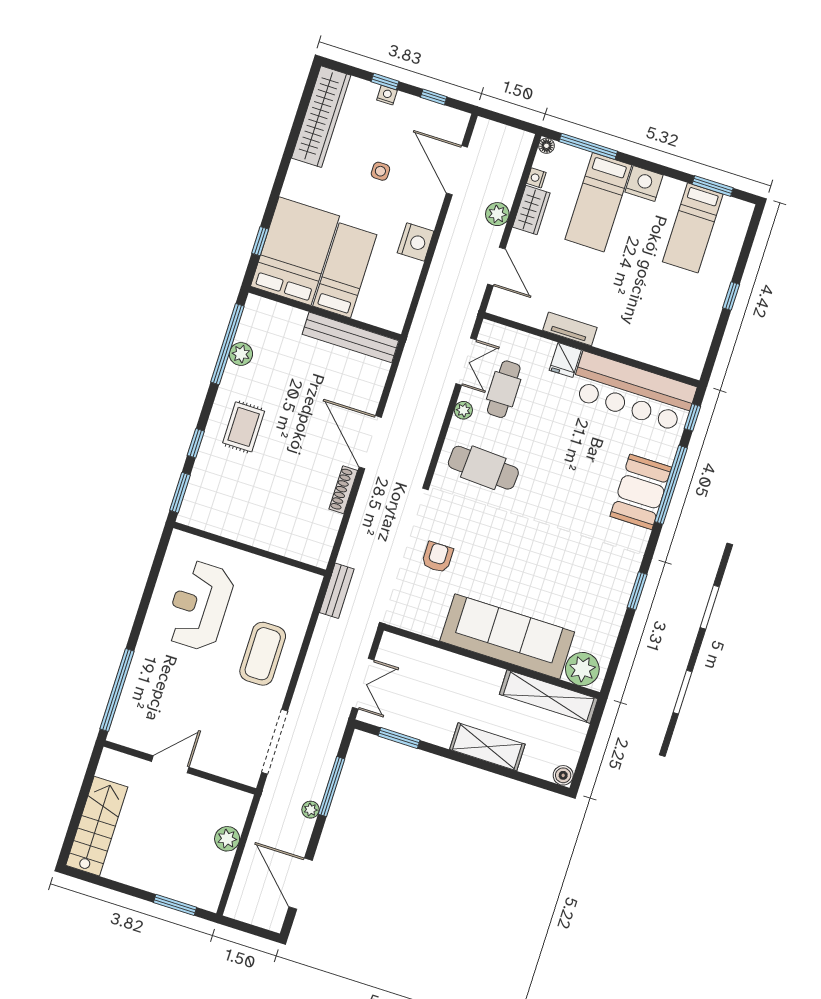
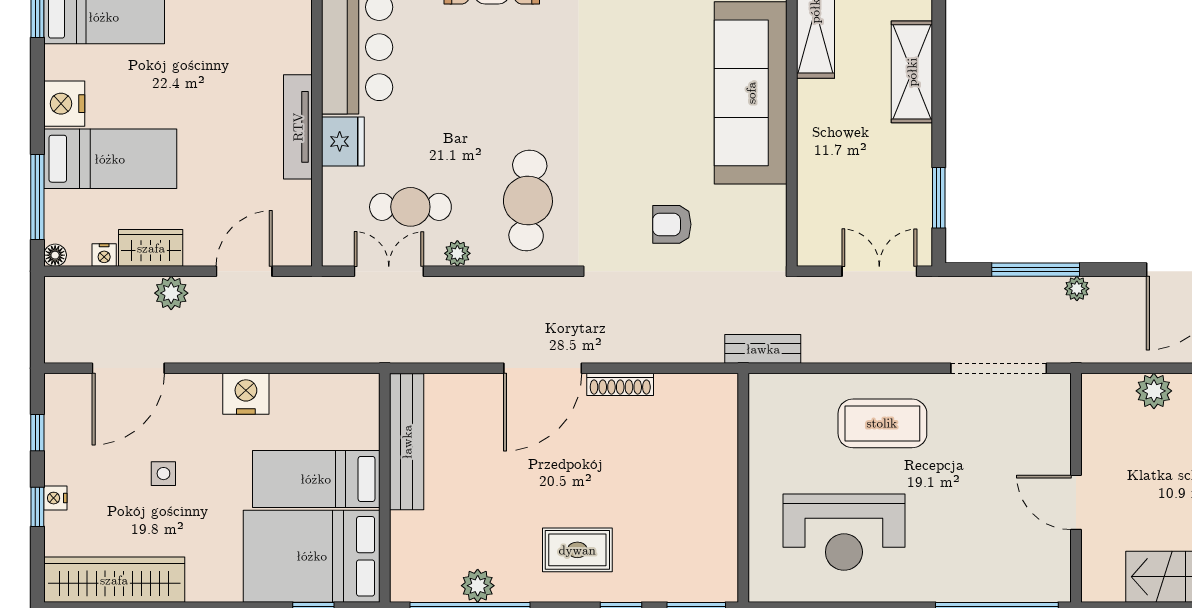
tv unit: (570, 329) -> (298, 127), width x1.41
fridge: (565, 360) -> (343, 141), width x1.38

